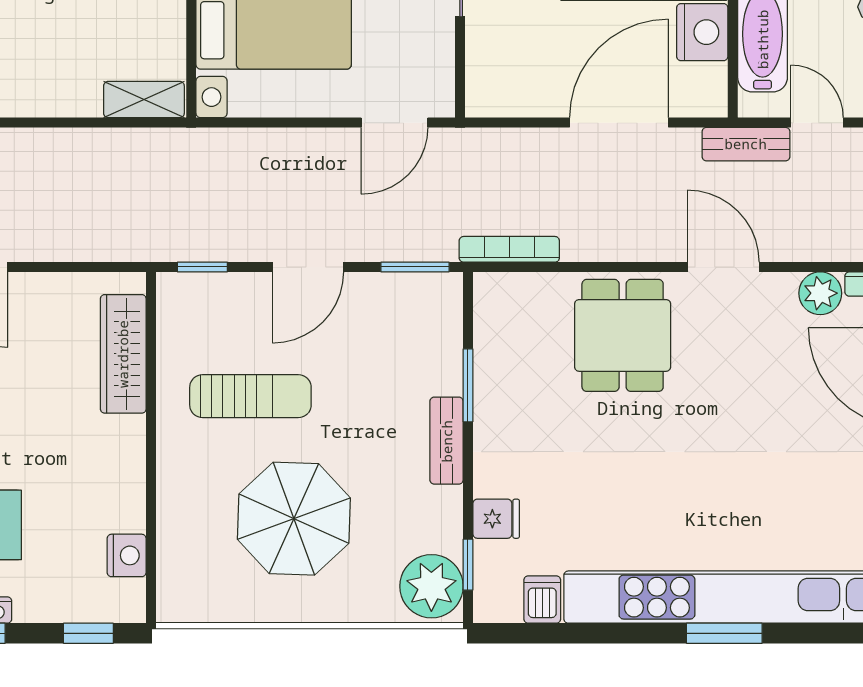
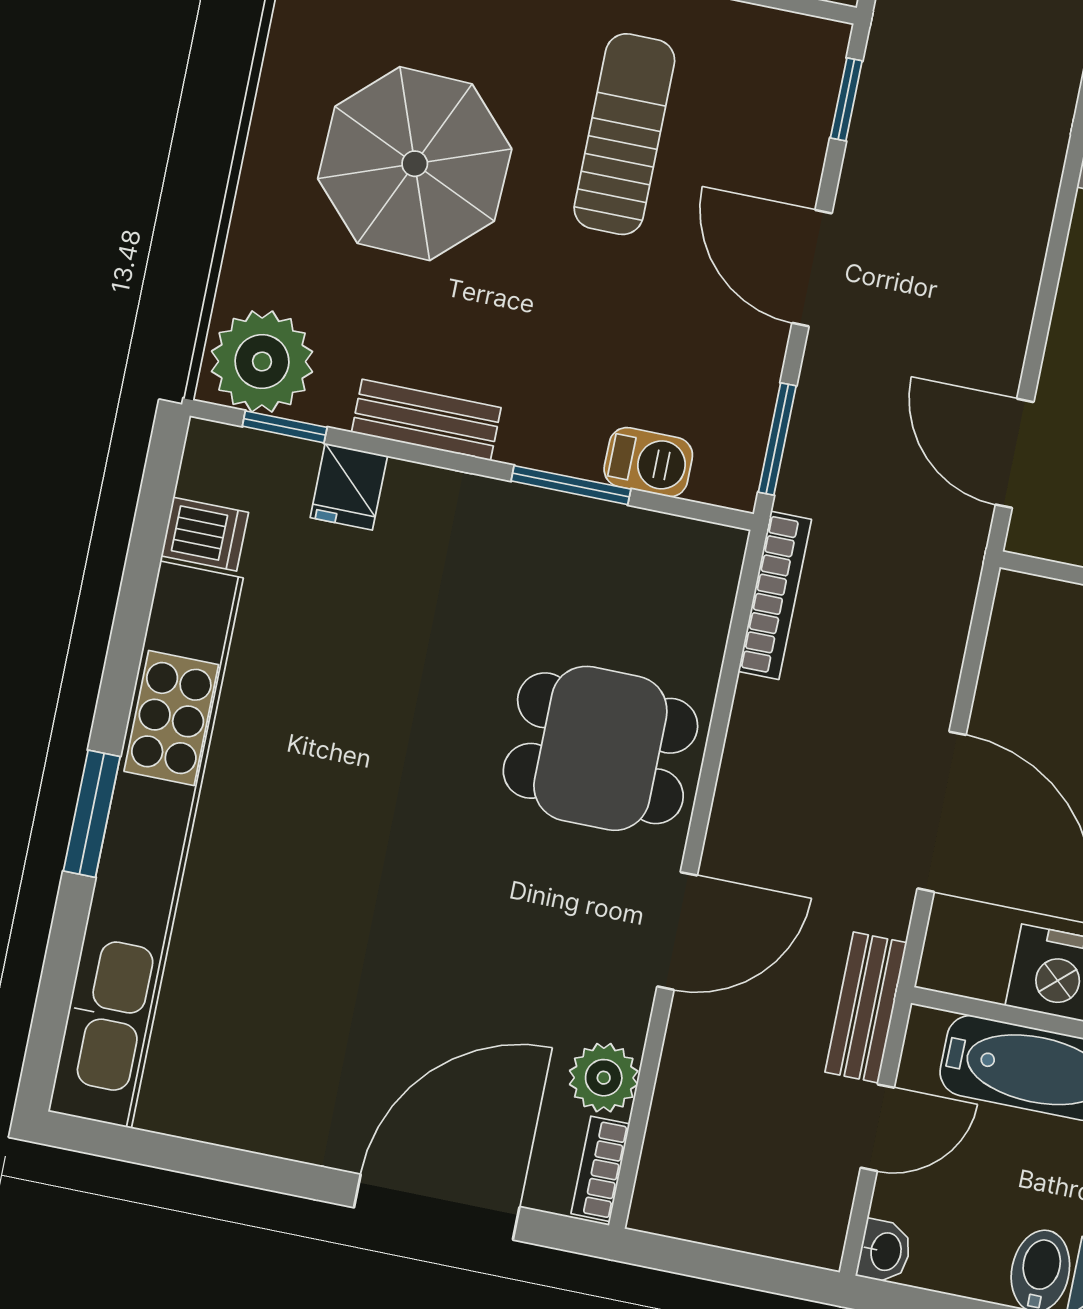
barbecue: (445, 342) -> (648, 462), added
sun lounger: (250, 396) -> (624, 134), turned 180
bench: (447, 441) -> (426, 420), moved

